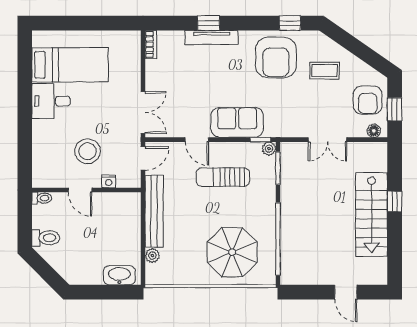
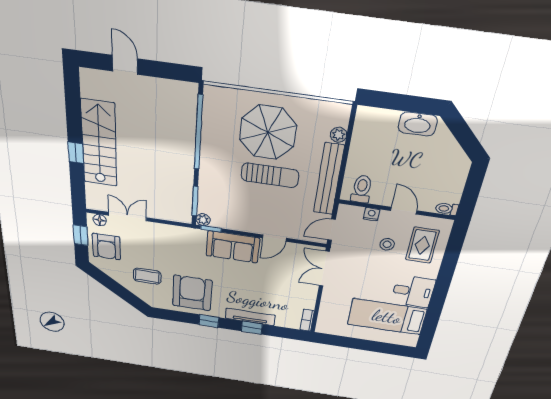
window: (290, 23) -> (209, 321), moved
armchair: (368, 100) -> (106, 247), turned 180
door: (197, 140) -> (274, 238), swing flipped
double door: (327, 140) -> (127, 217), moved
stool: (88, 151) -> (387, 244), width x0.53, depth x0.53
rug: (55, 156) -> (422, 245), added
sun lounger: (223, 177) -> (270, 175), moved
toilet: (46, 238) -> (362, 189), moved, turned 90
parasol: (232, 252) -> (268, 132), moved
washbasin: (119, 275) -> (418, 124), moved

